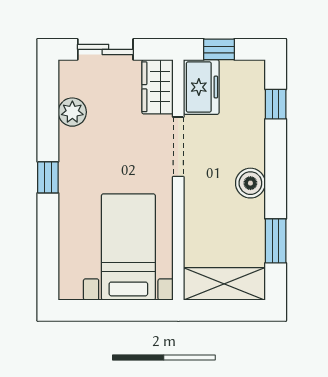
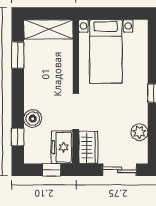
boiler: (250, 183) -> (33, 119), moved

